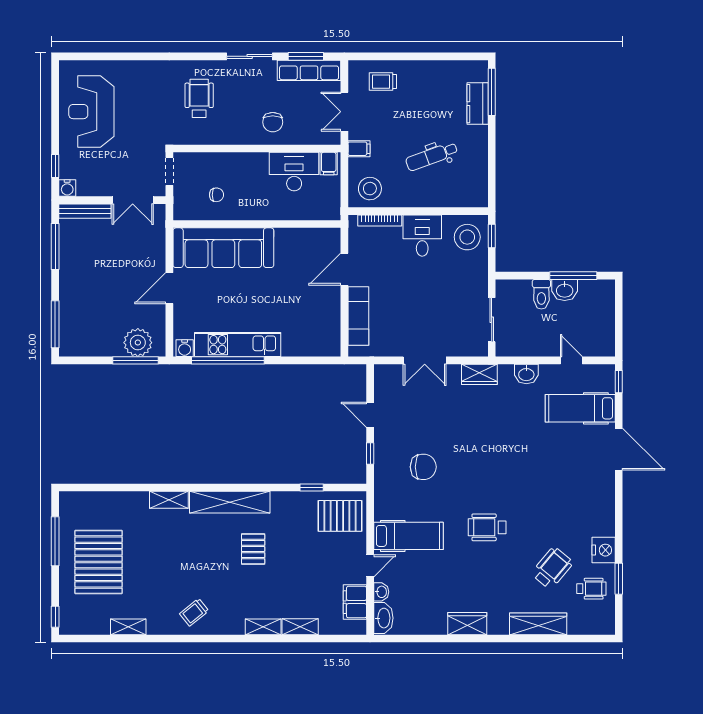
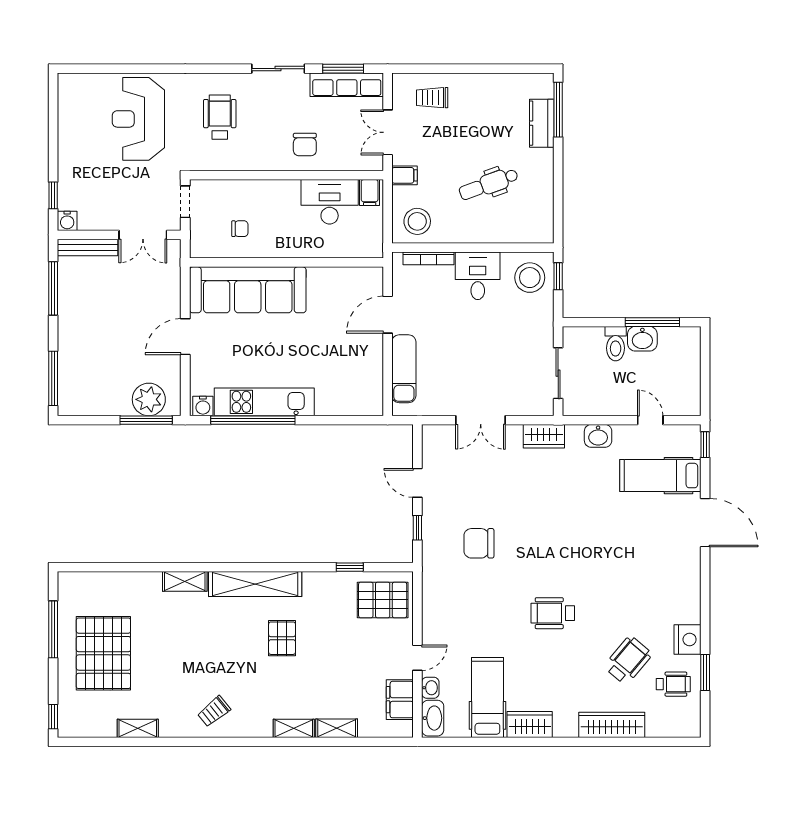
reception desk: (91, 112) -> (138, 119), moved
chair: (423, 467) -> (479, 543), turned 180
hospital bed: (408, 536) -> (487, 697), moved, turned -90

